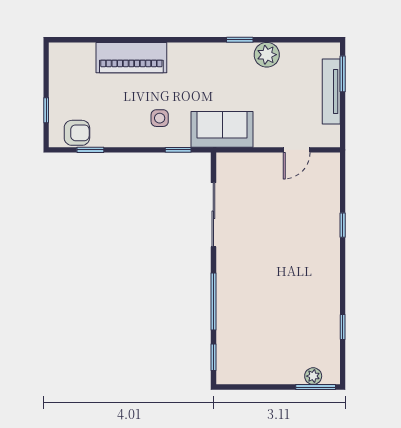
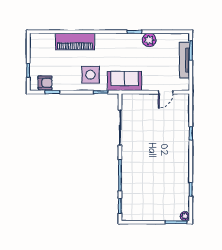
side table: (160, 118) -> (90, 75), width x1.87, depth x1.87
plant: (313, 376) -> (185, 216), moved

